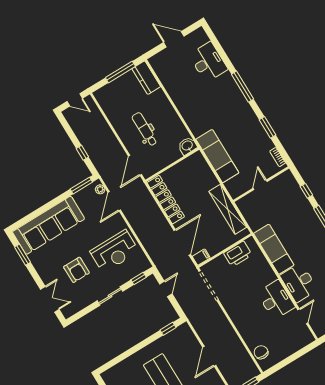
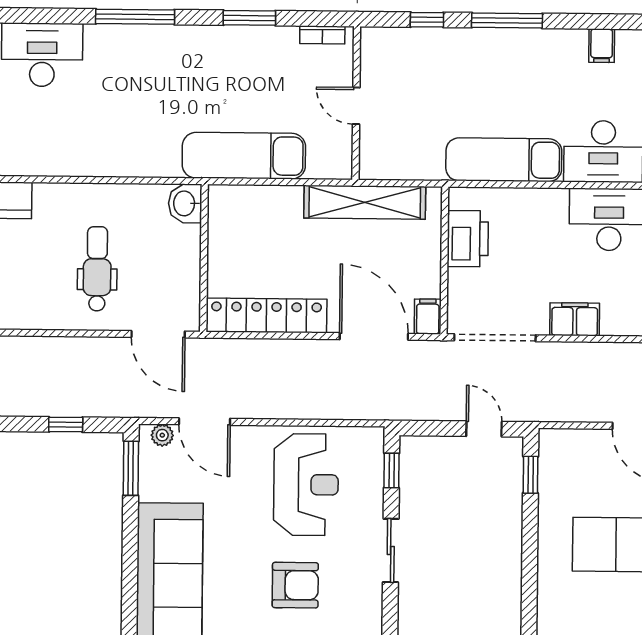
dental chair: (145, 129) -> (97, 269), turned 90
door: (166, 289) -> (484, 429), moved
filing cabinet: (233, 310) -> (575, 319), added

